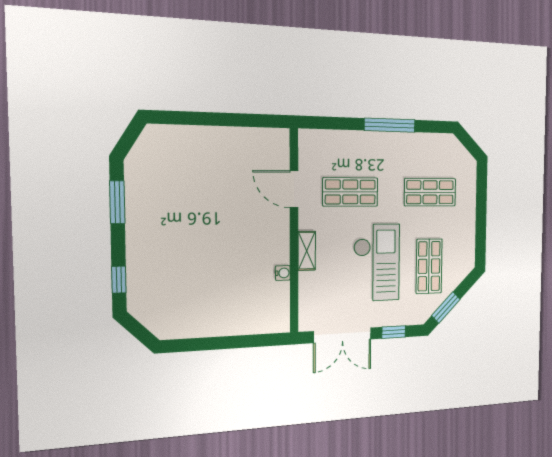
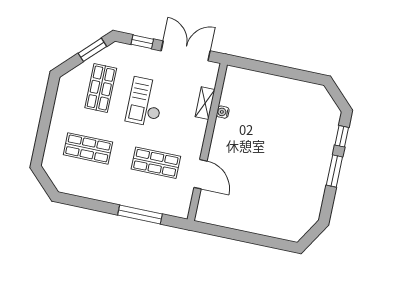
window: (390, 125) -> (140, 214), moved
window: (117, 202) -> (334, 171), moved
shelving: (307, 251) -> (205, 103), moved
checkout: (377, 263) -> (145, 102), width x0.73, depth x0.83

